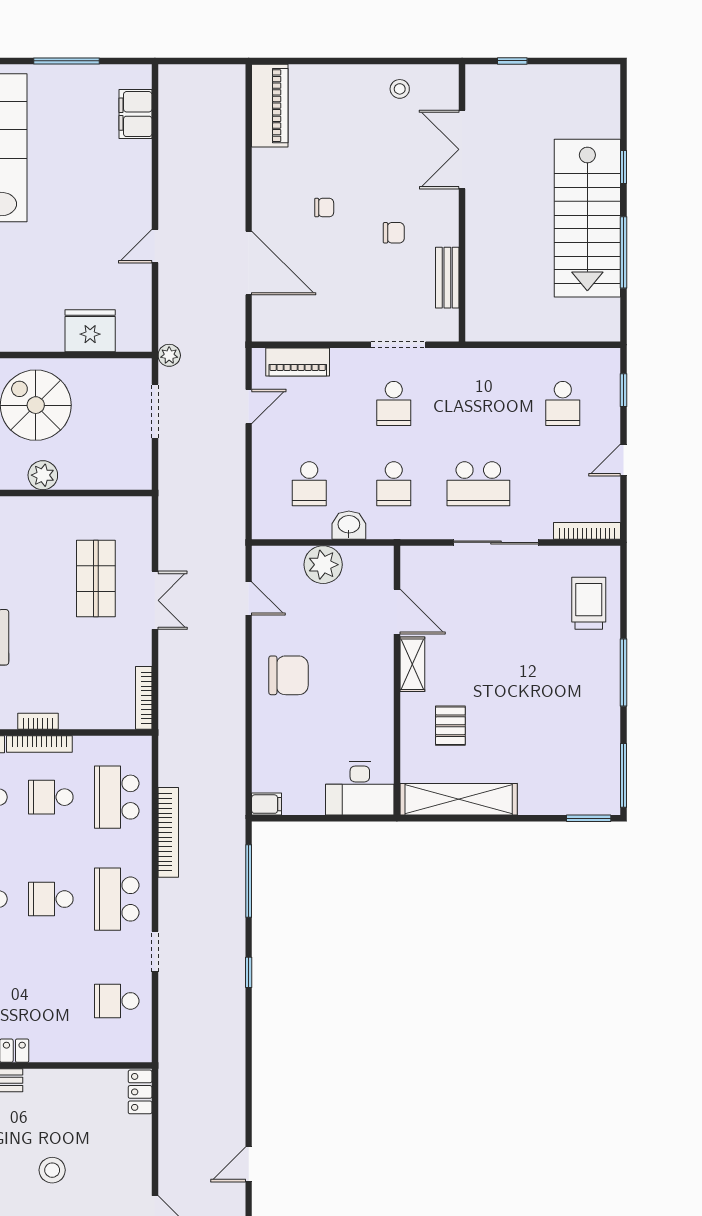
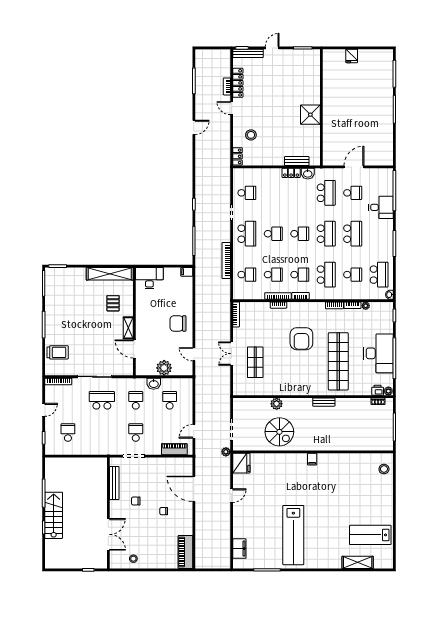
stairs: (587, 218) -> (54, 515), width x0.73, depth x0.66
bench: (447, 278) -> (114, 483), width x1.36
fridge: (90, 331) -> (241, 463), moved, turned -90
trolley: (589, 603) -> (58, 352), turned -90
school desk: (117, 797) -> (247, 275), width x0.54
stool: (52, 1170) -> (251, 135), moved

